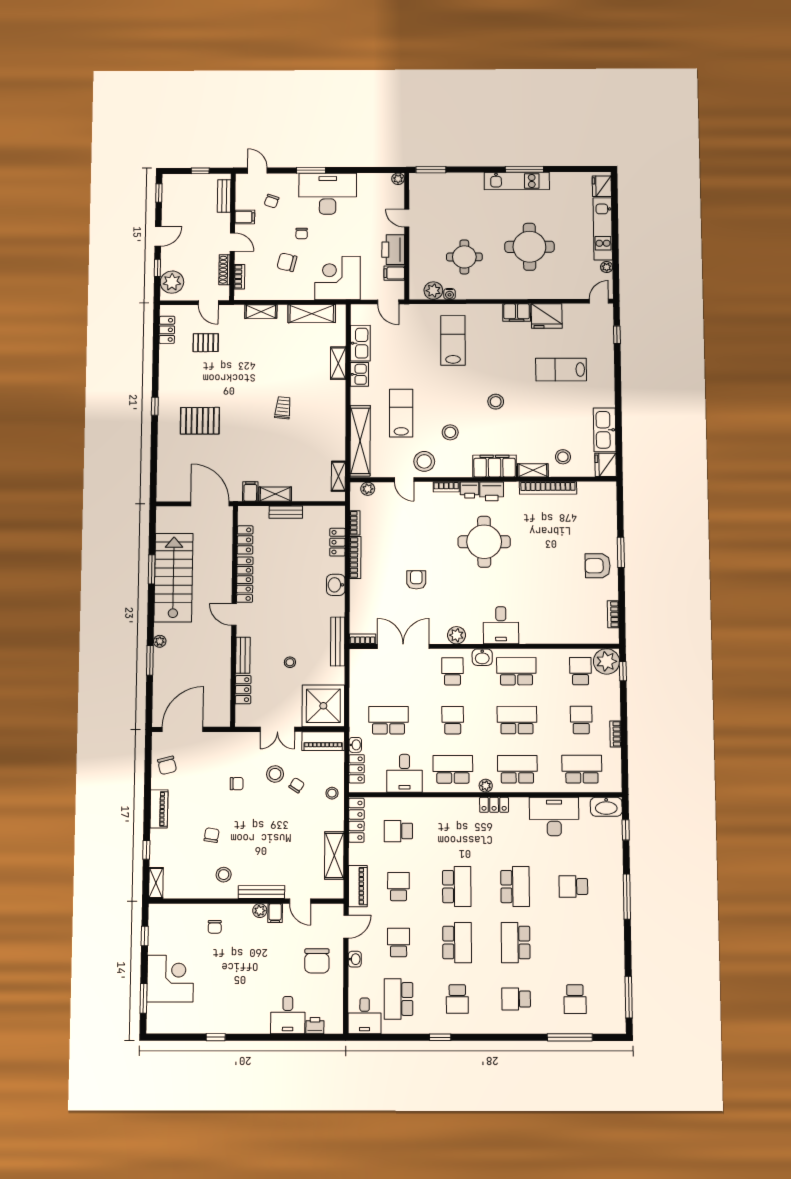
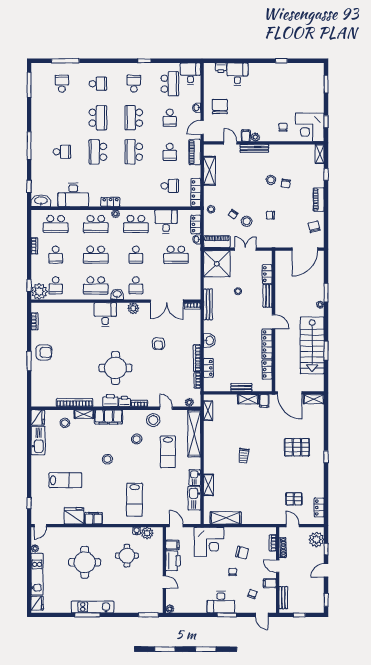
desk: (328, 194) -> (221, 602), width x0.73, depth x0.77
shelving: (261, 312) -> (314, 399), moved
stool: (224, 875) -> (271, 180), moved
corner desk: (170, 979) -> (310, 127), moved

